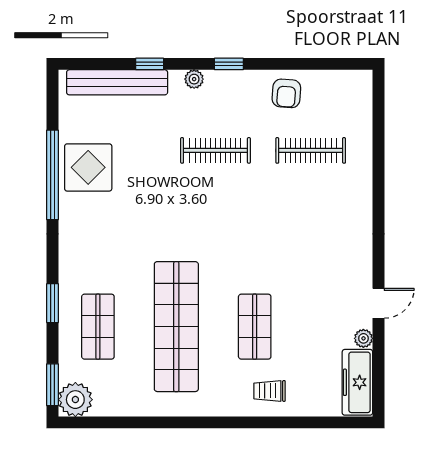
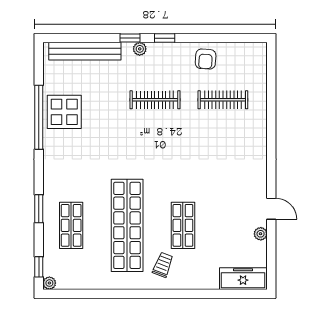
window: (150, 64) -> (130, 38), moved
door: (378, 303) -> (271, 209), hinge flipped
freezer: (357, 382) -> (243, 279), moved, turned 90
window: (53, 385) -> (39, 267), width x0.67
trolley: (270, 391) -> (163, 265), moved, turned 111
plant: (75, 400) -> (49, 283), width x0.53, depth x0.53

